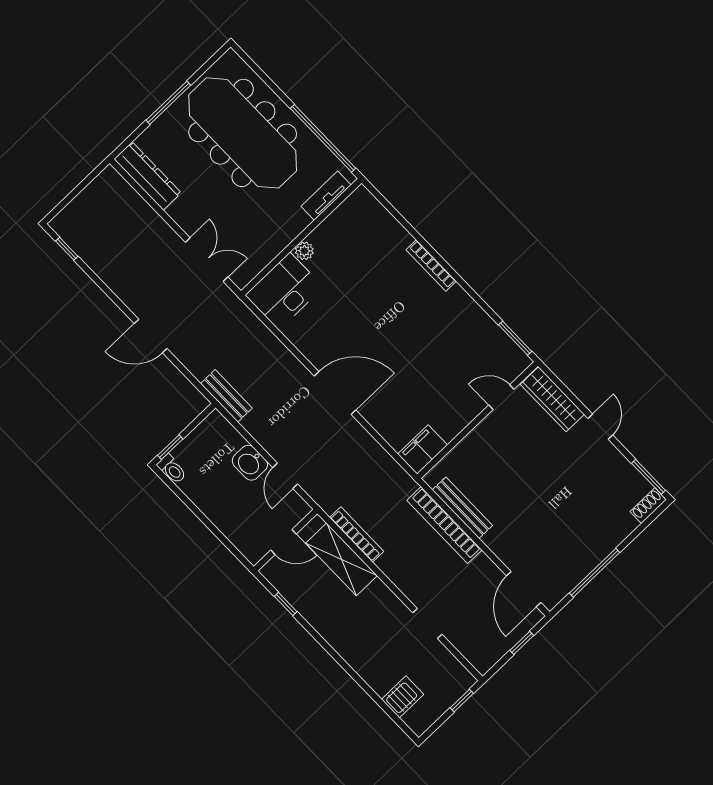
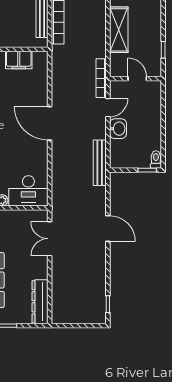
bench: (226, 396) -> (100, 163), width x1.36
filing cabinet: (423, 449) -> (19, 60), moved
bookcase: (357, 534) -> (101, 78), moved
shelving: (341, 559) -> (119, 30), moved

